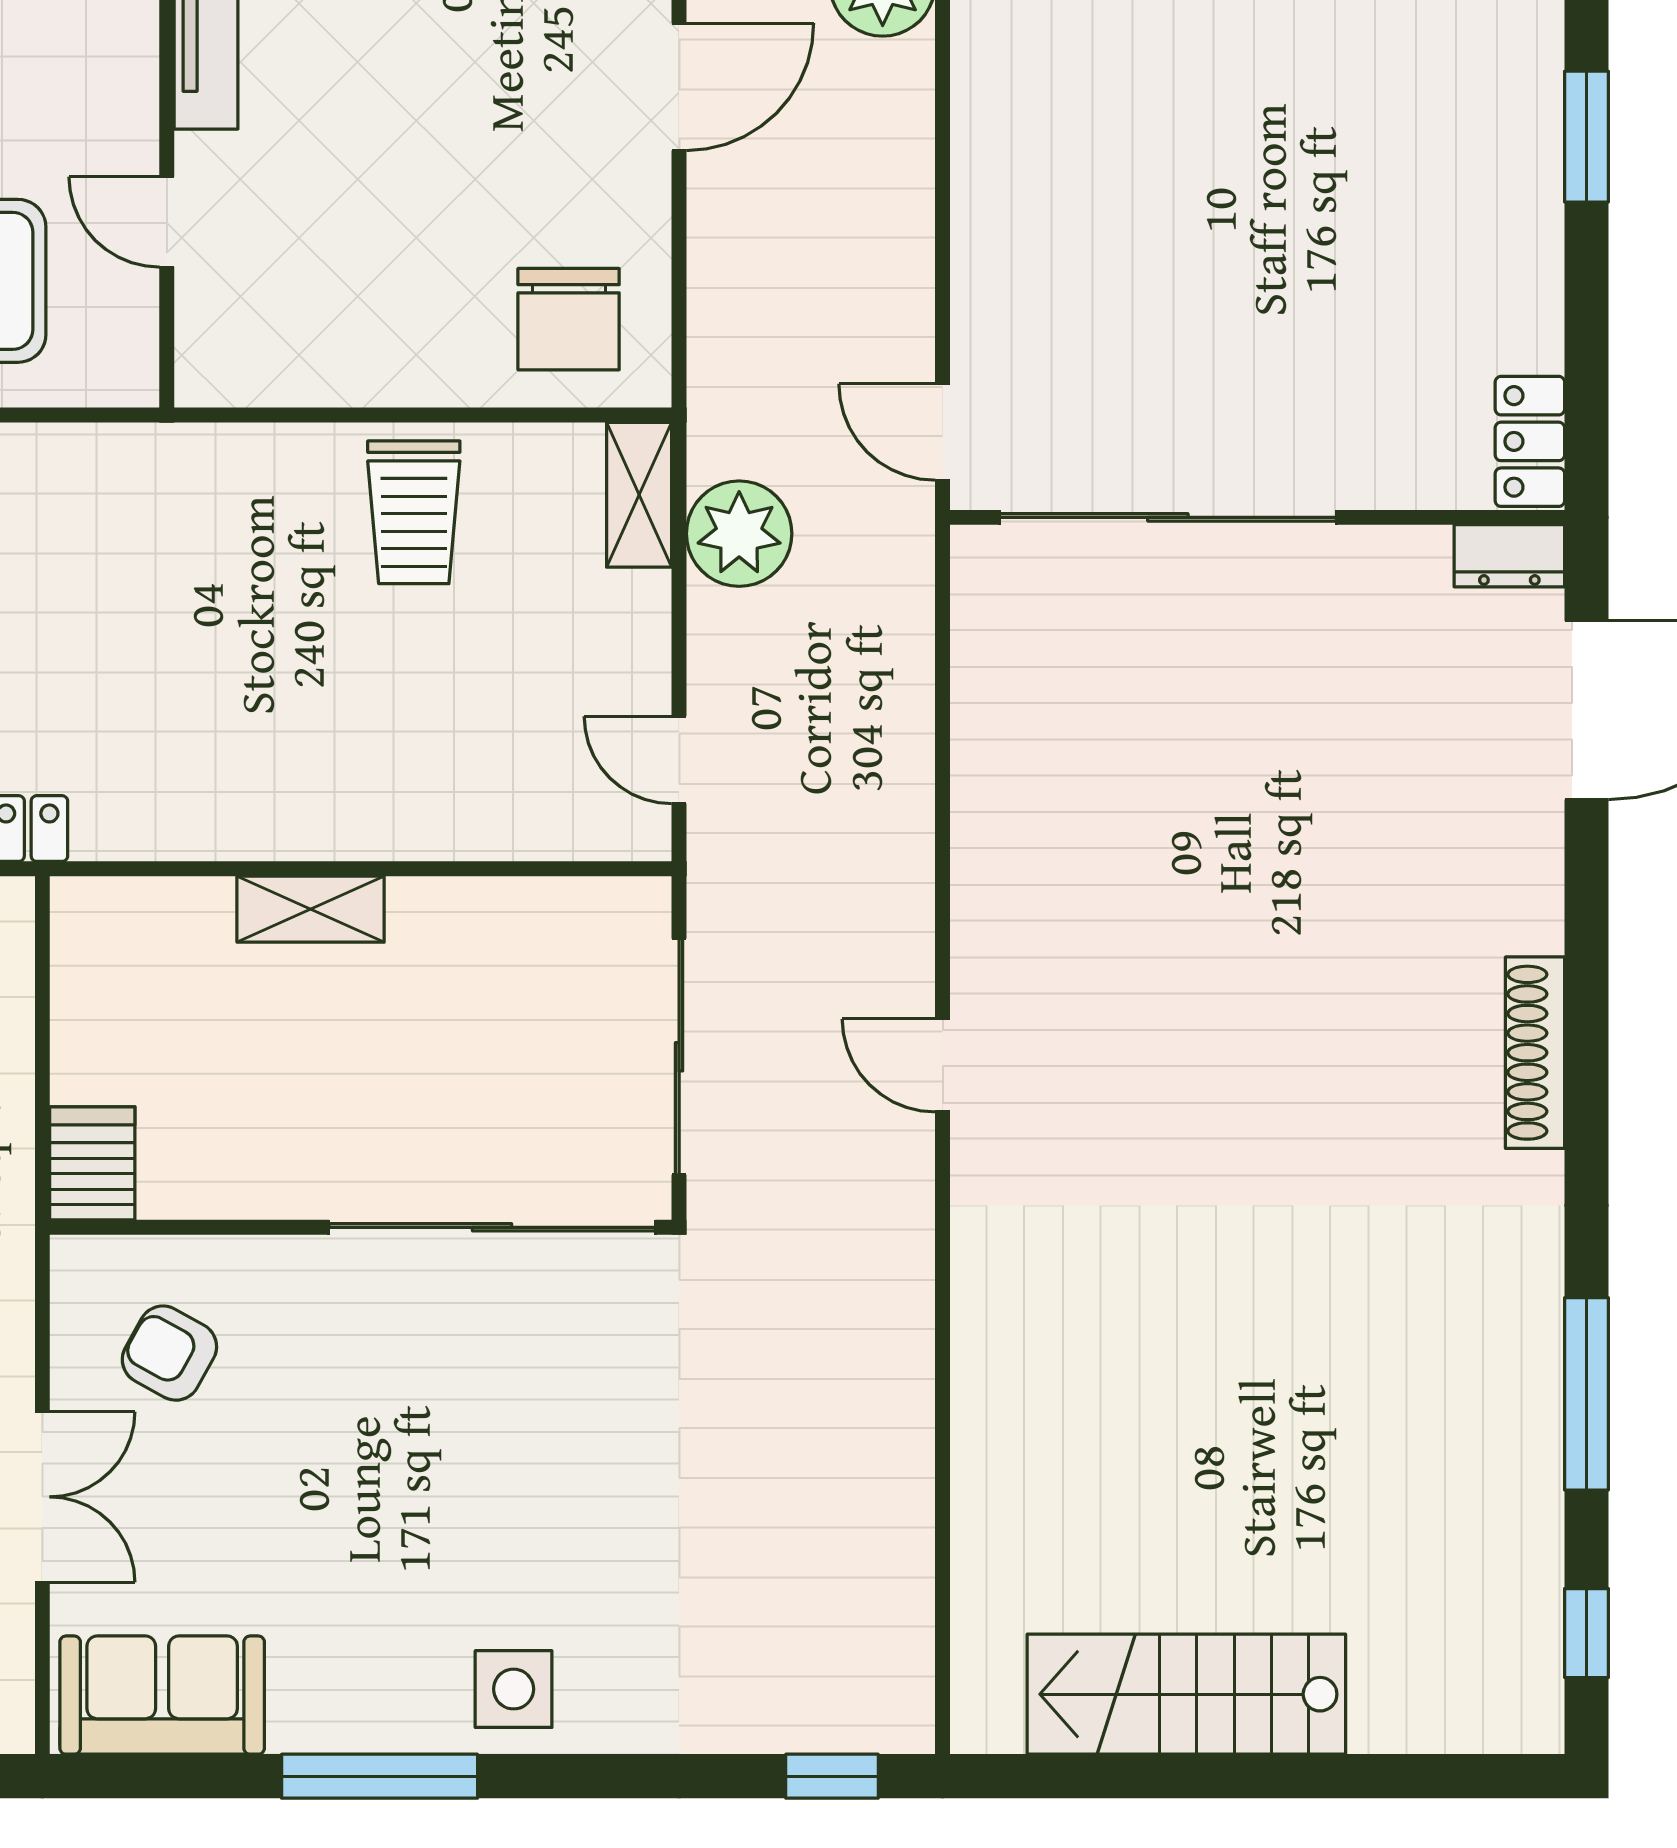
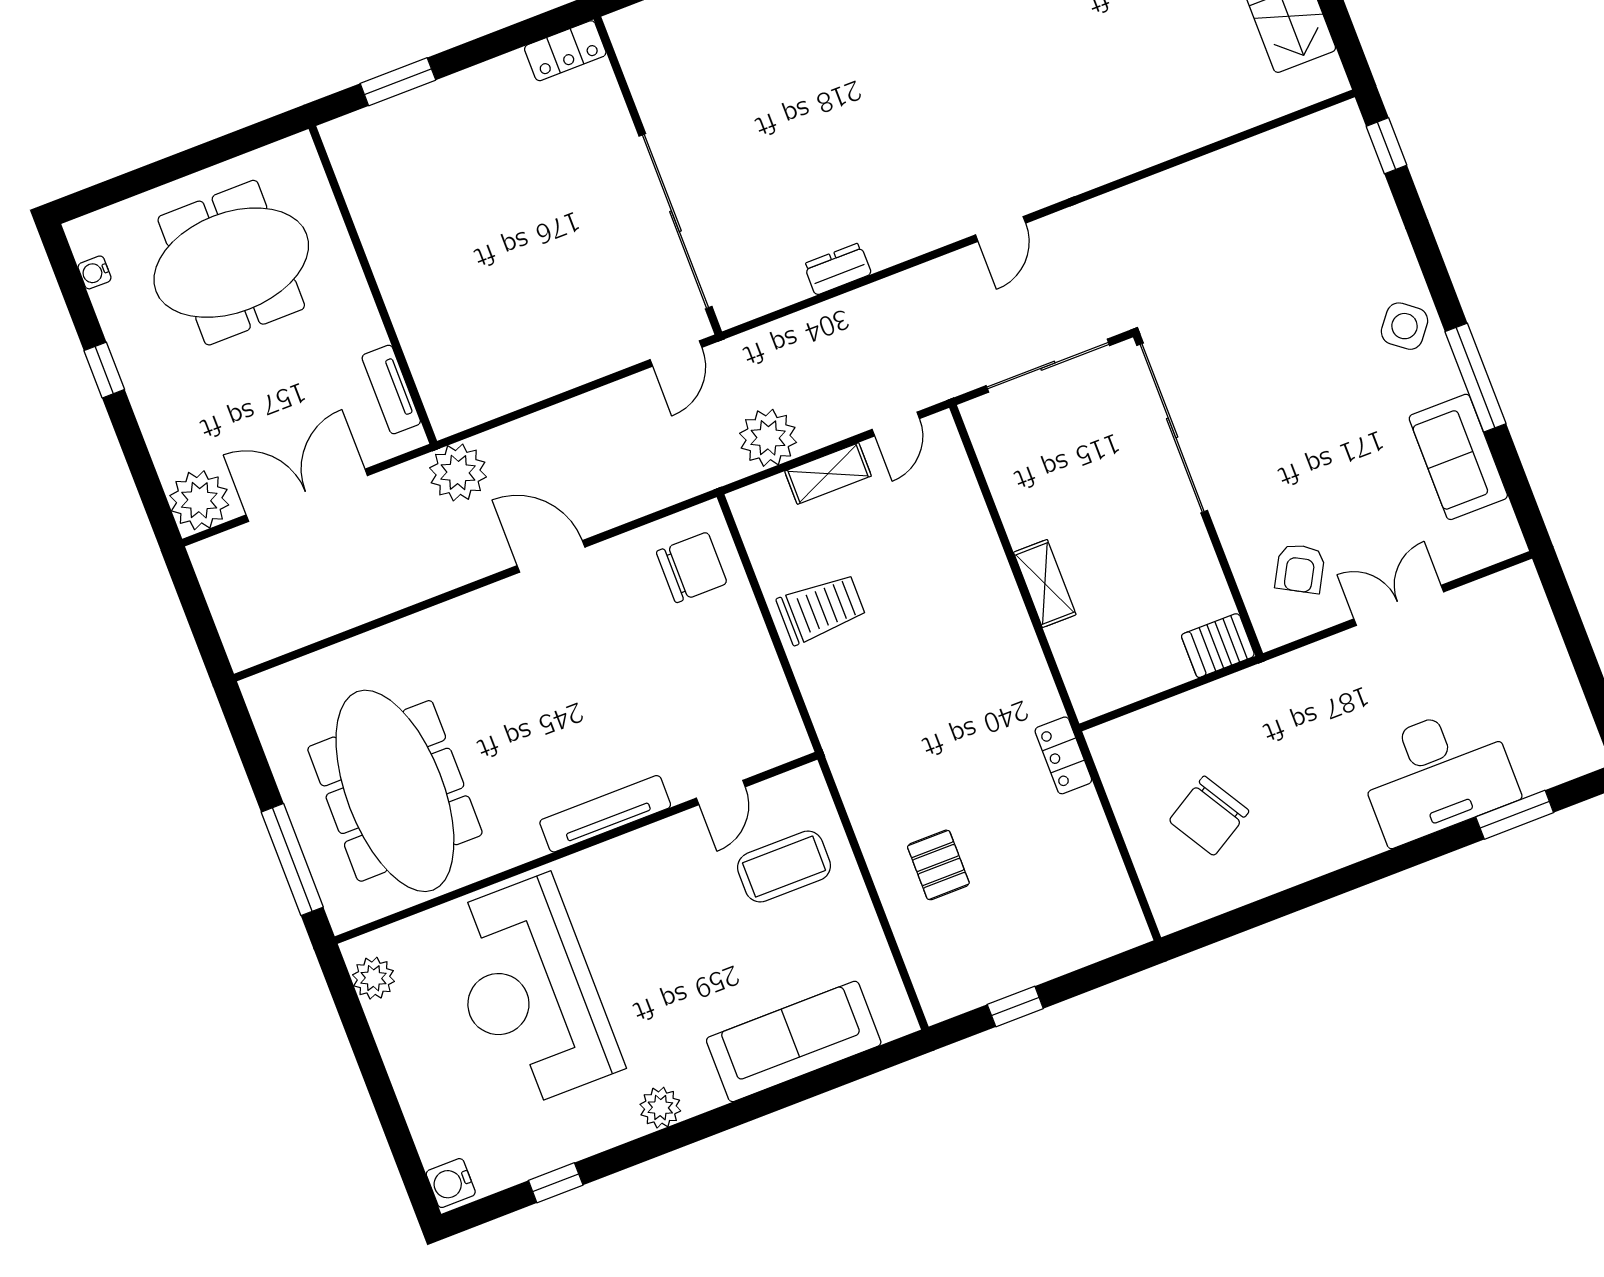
shelving: (639, 495) -> (828, 474), moved
dresser: (1509, 556) -> (838, 269), moved, turned -90
side table: (514, 1689) -> (1404, 326), turned 38
sofa: (162, 1695) -> (1458, 457), moved

